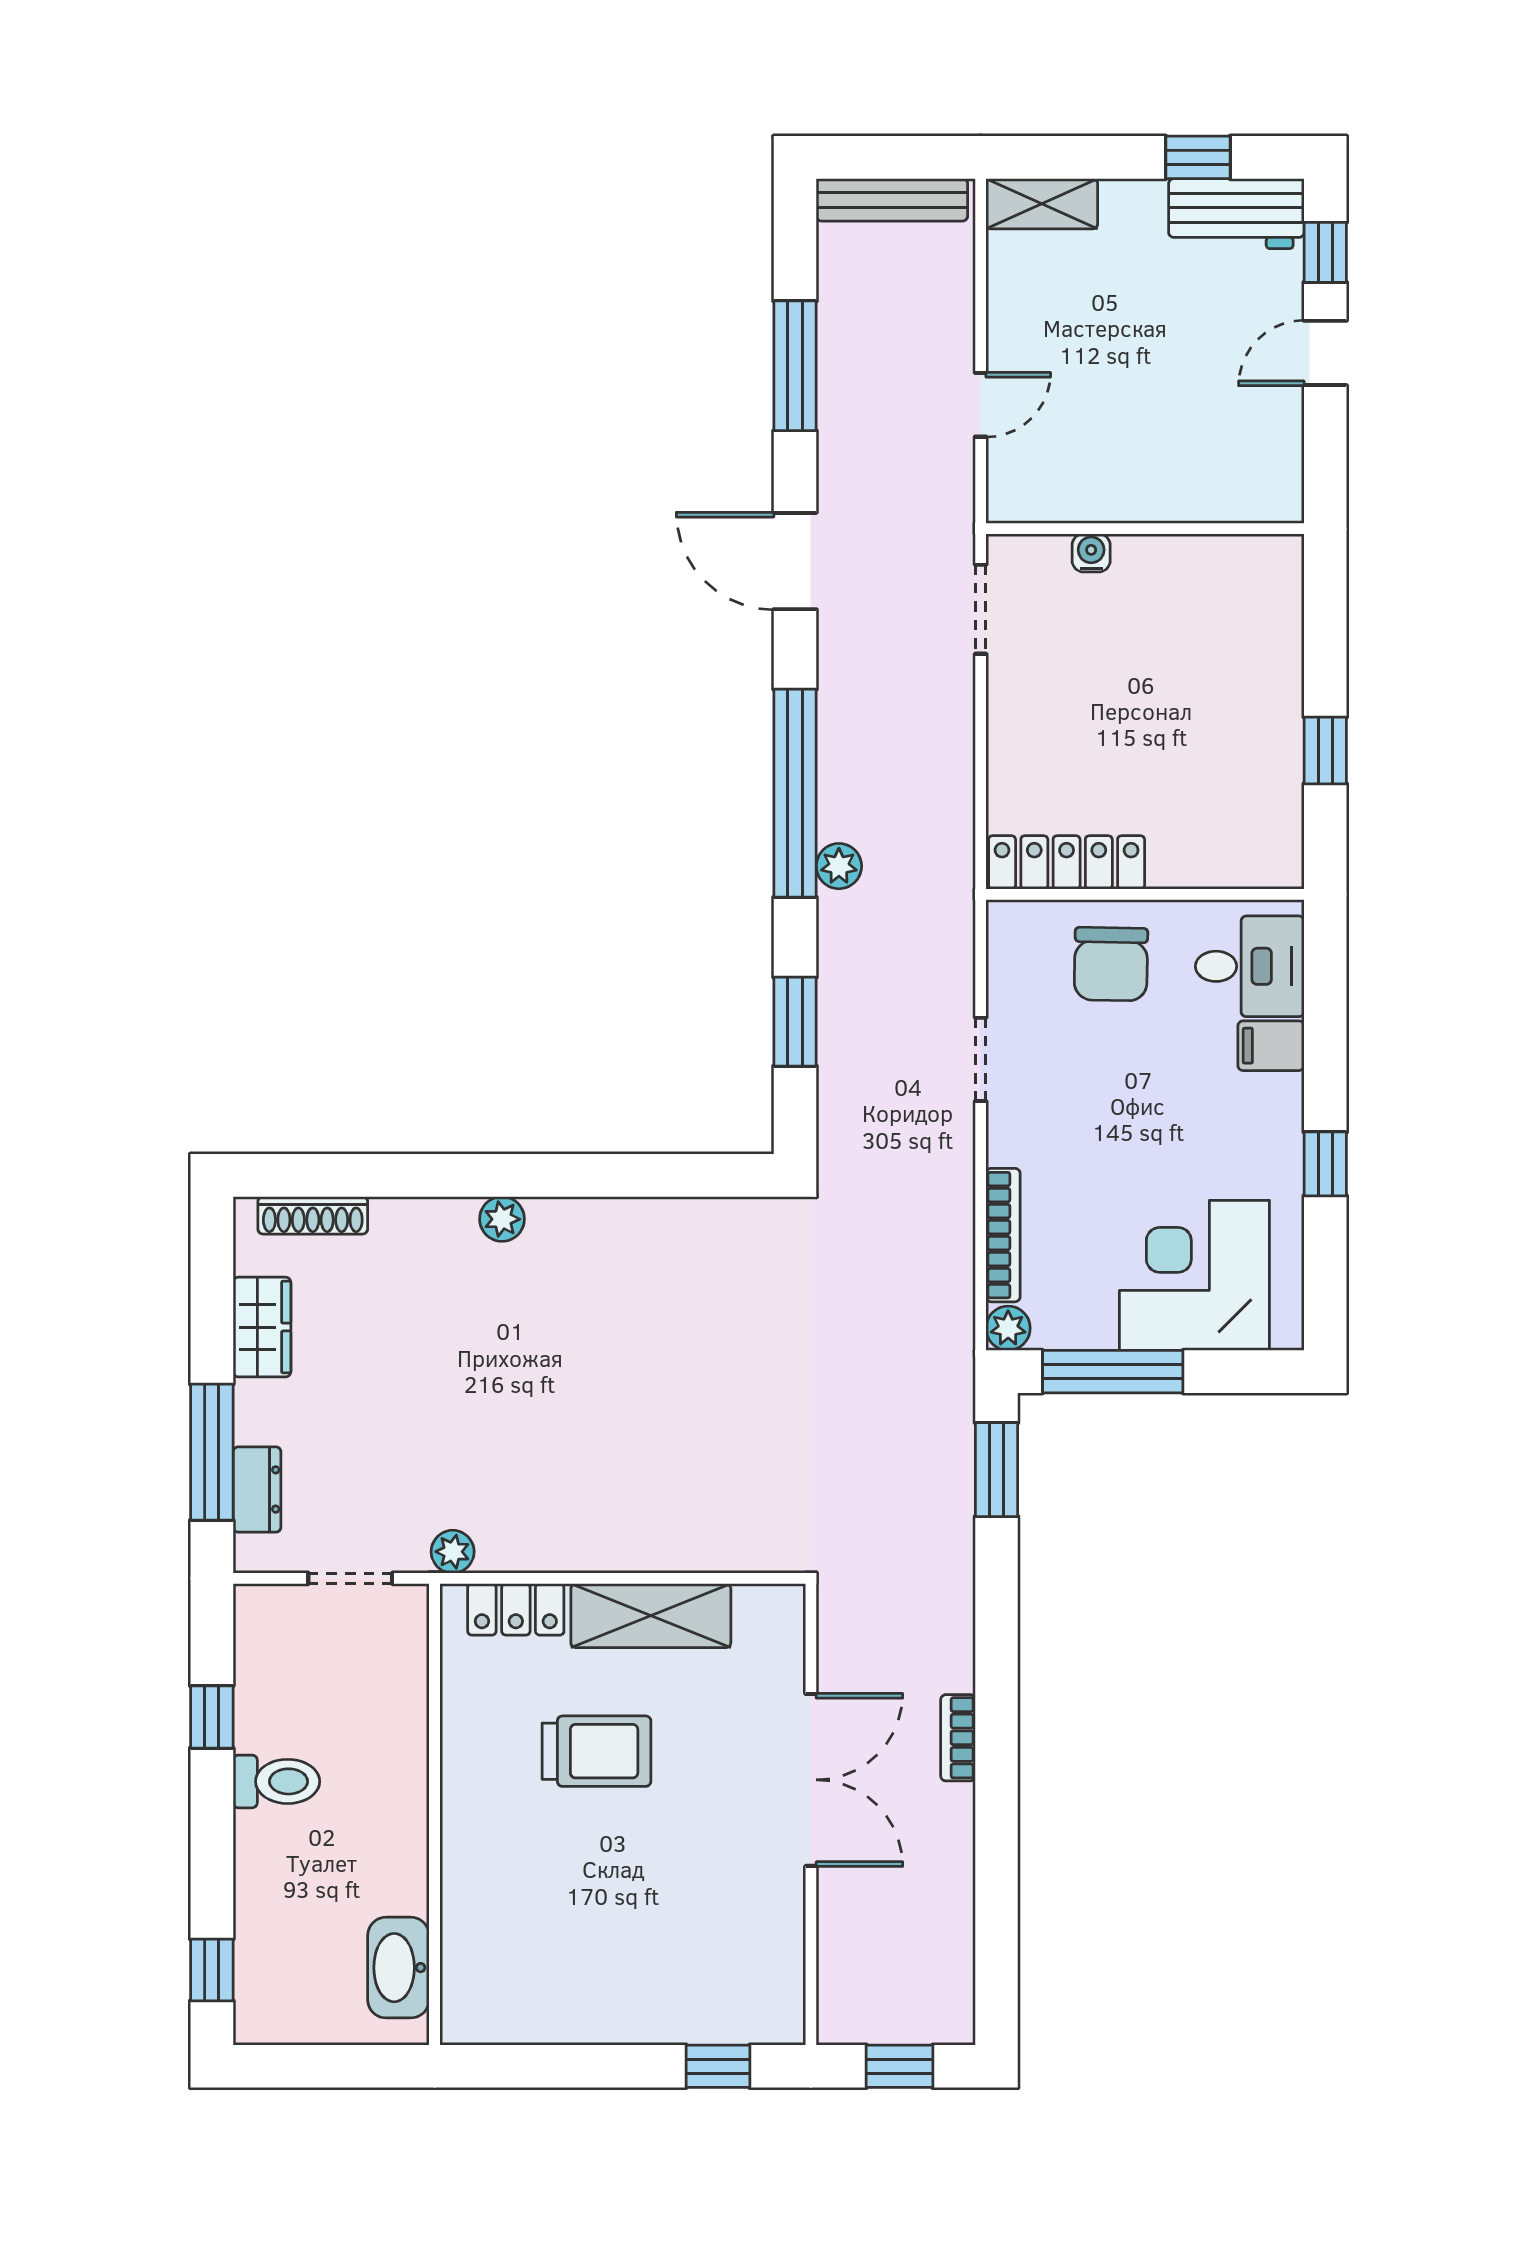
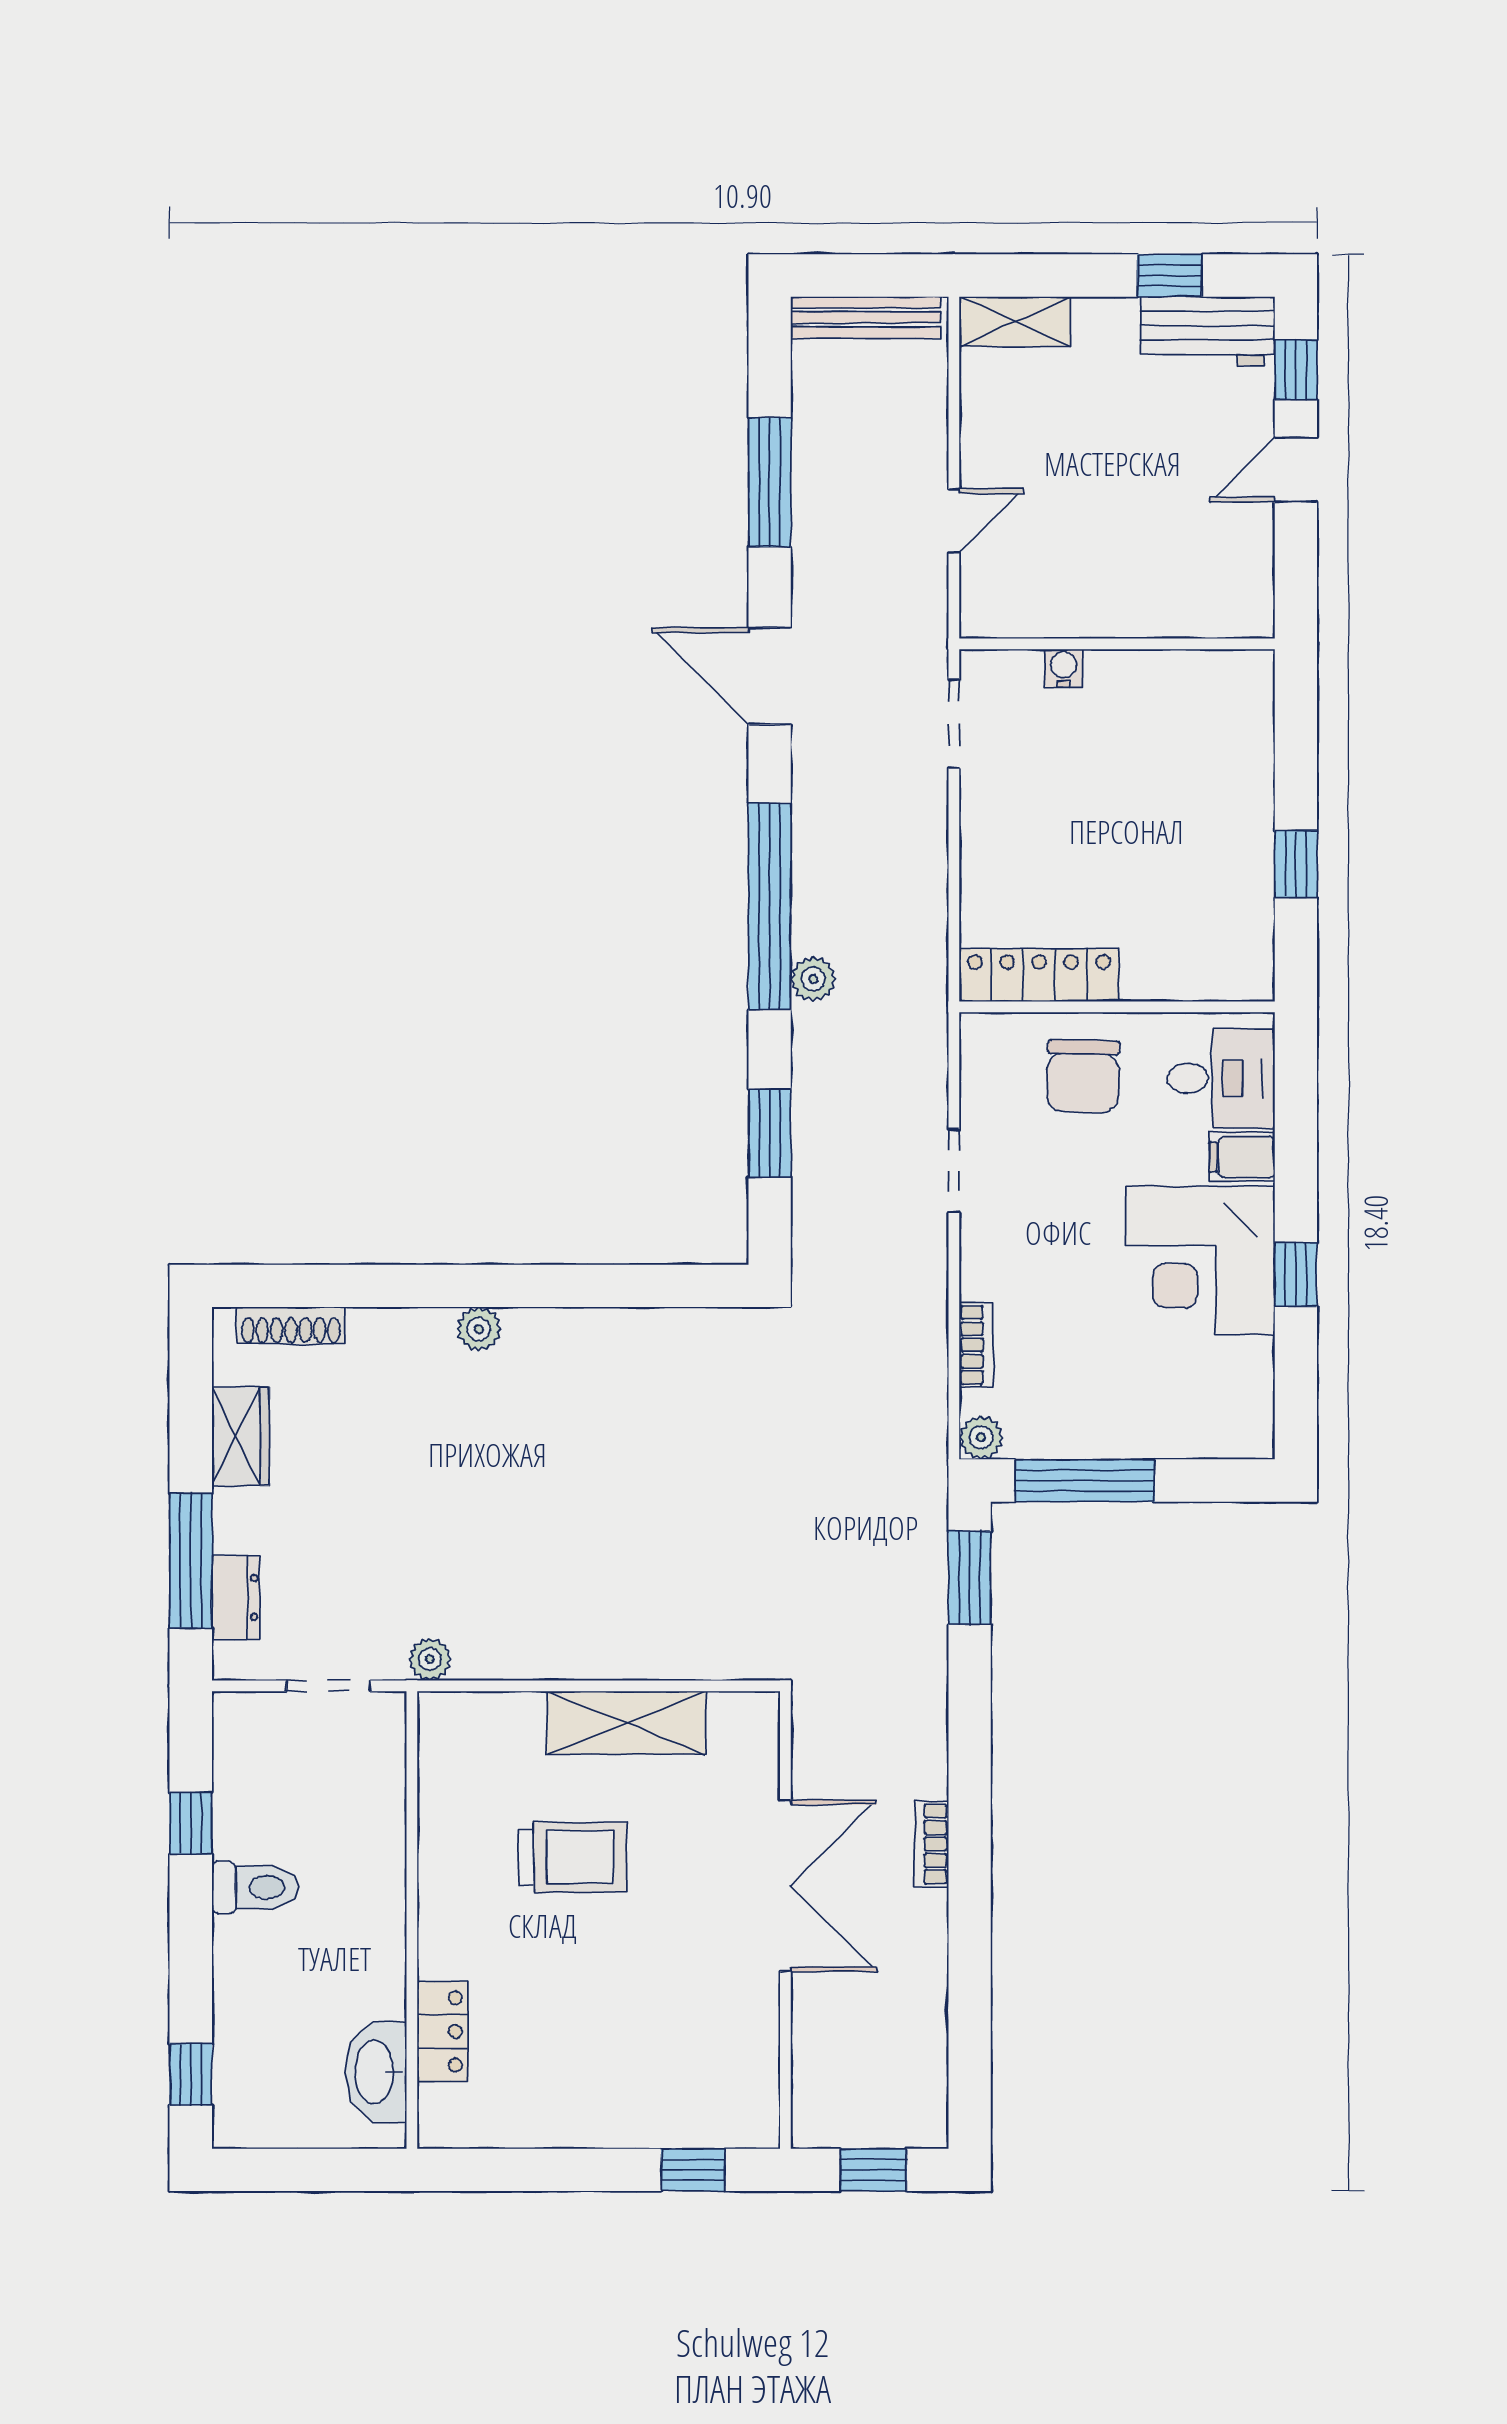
bookcase: (1003, 1235) -> (976, 1345), width x0.64
corner desk: (1194, 1275) -> (1200, 1260), moved, turned -90
locker: (516, 1609) -> (443, 2032), moved, turned -90

